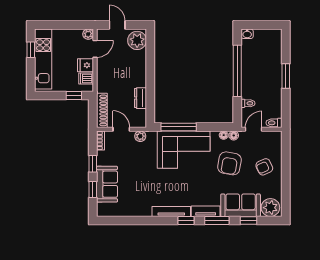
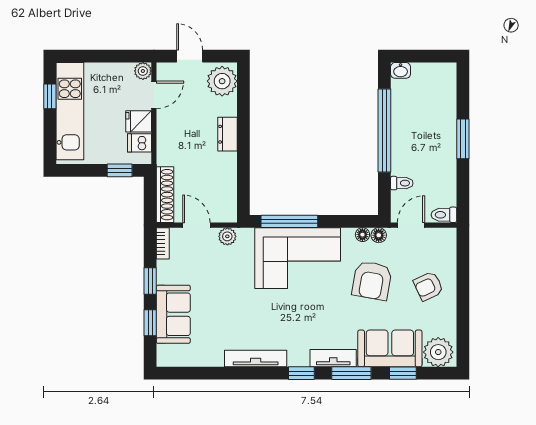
dresser: (140, 98) -> (228, 134), moved
tv unit: (171, 211) -> (256, 358), moved

